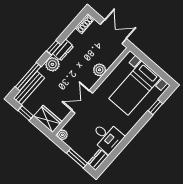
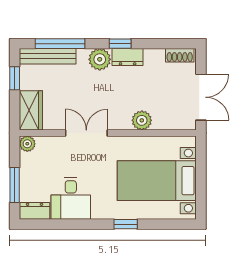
window: (155, 107) -> (126, 224), moved

